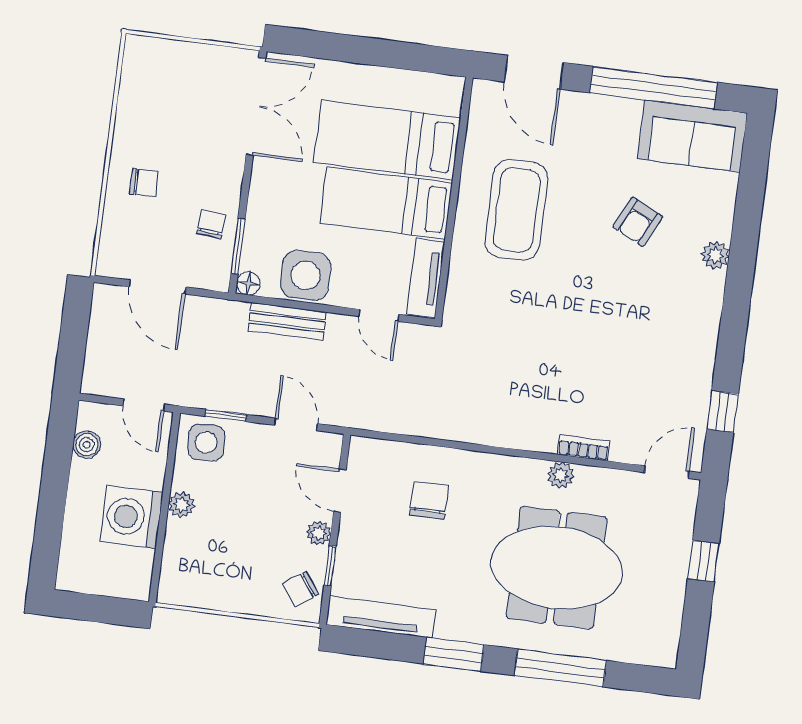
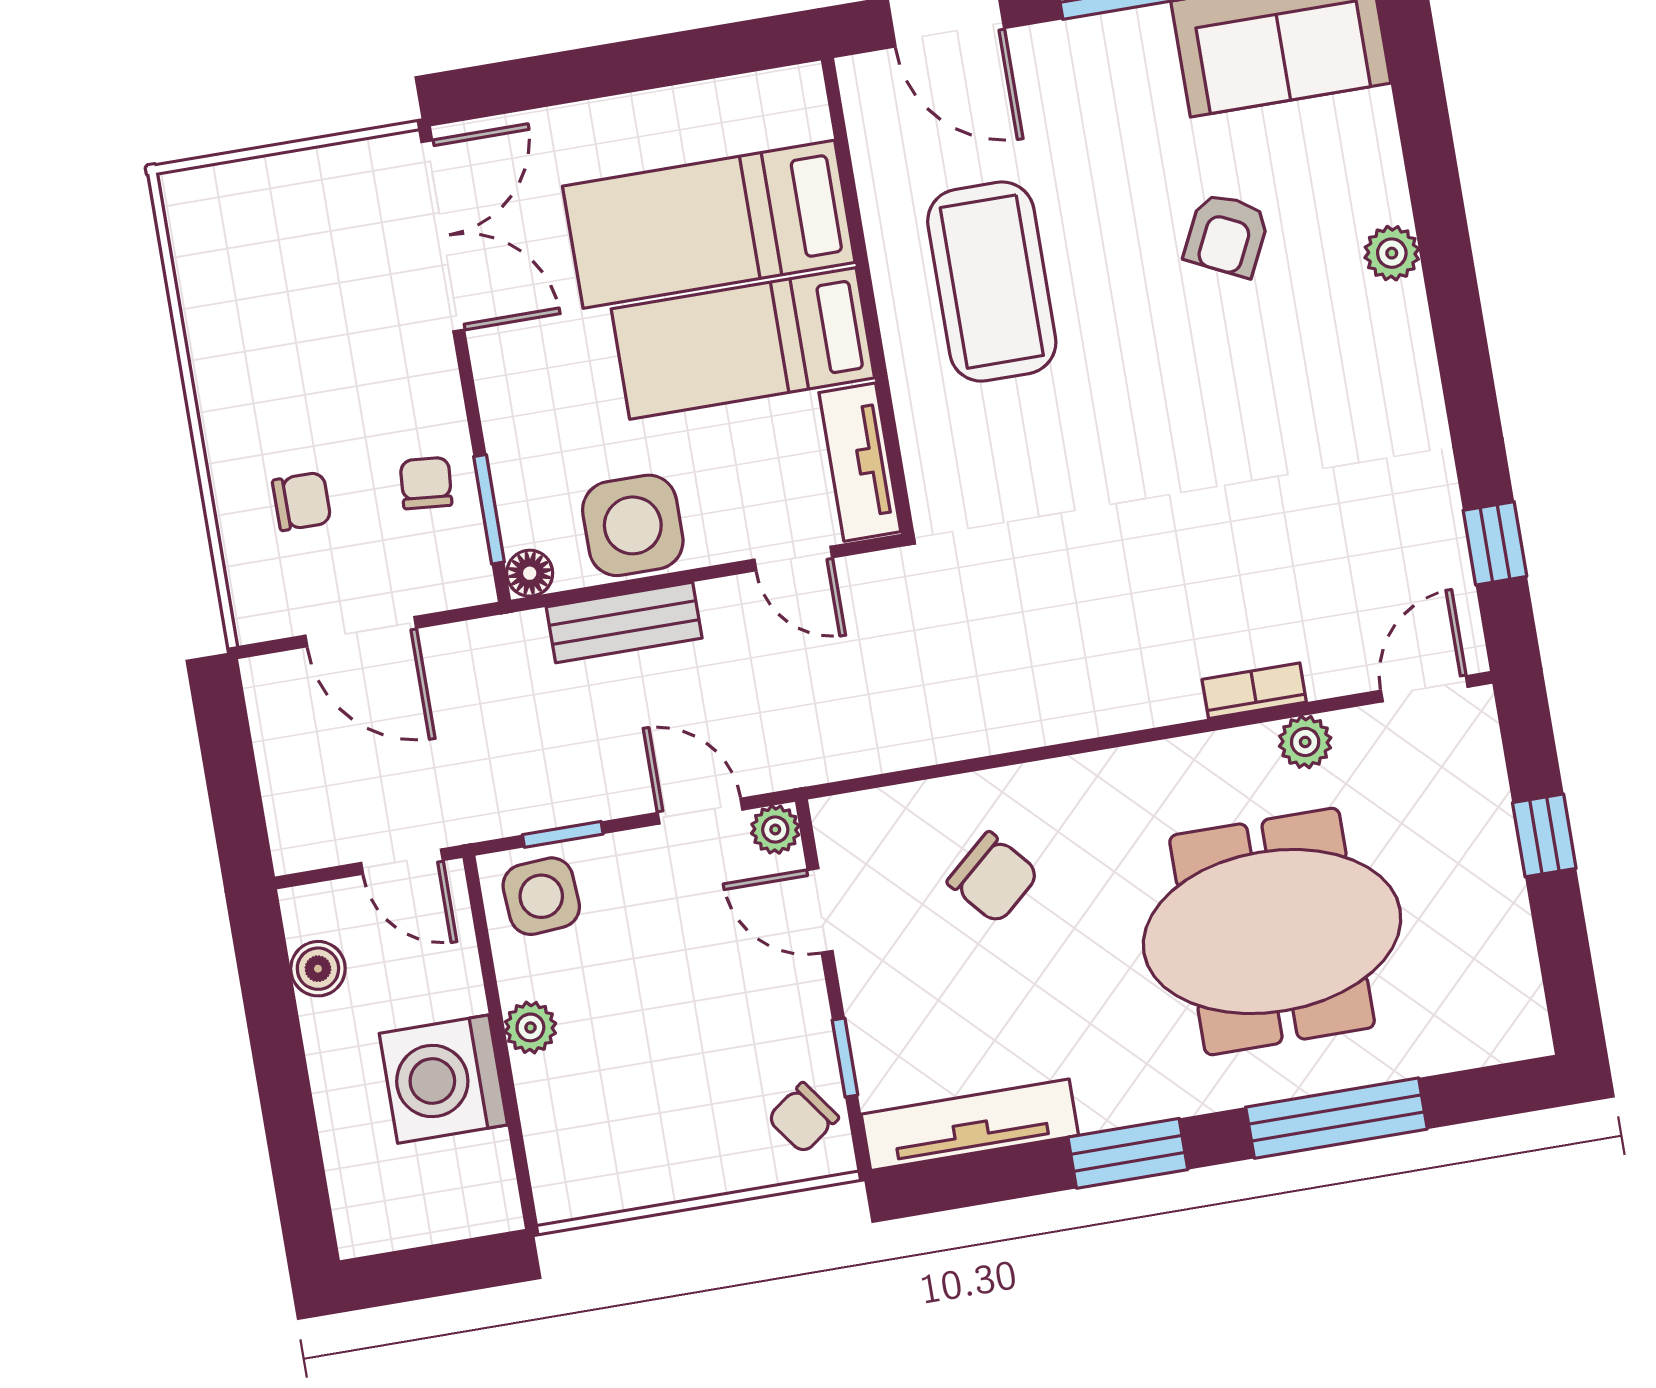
chair: (144, 183) -> (302, 501), moved
plant: (561, 475) -> (1305, 742), moved
chair: (429, 500) -> (993, 878), turned 139
plant: (319, 533) -> (775, 830), moved

